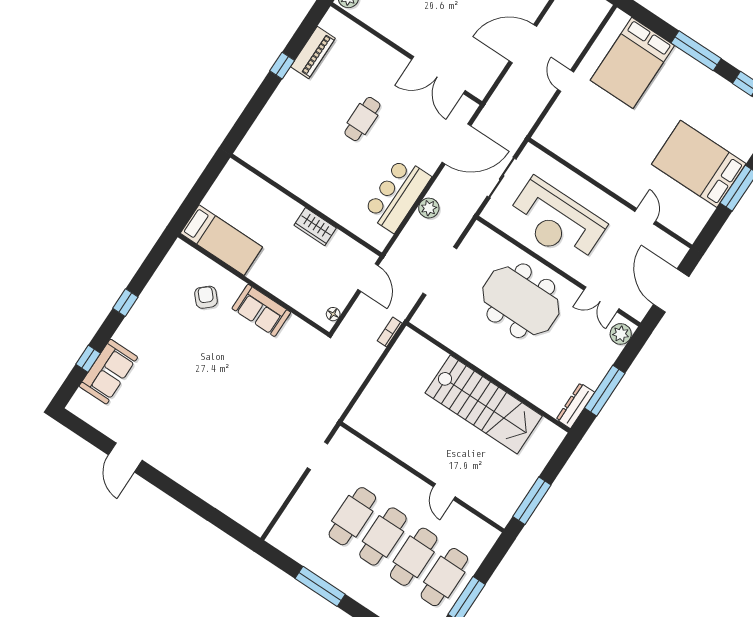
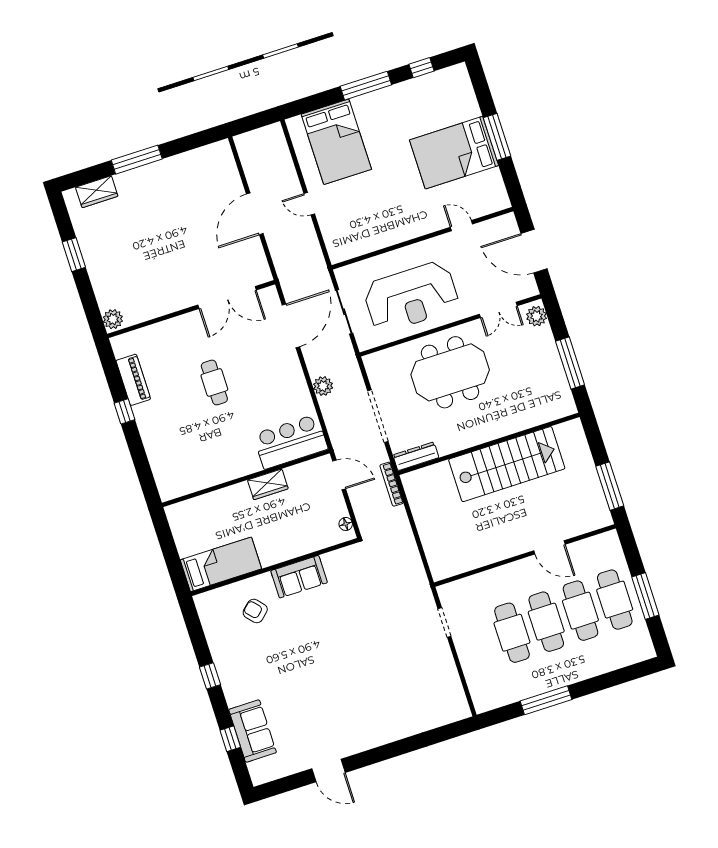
bar counter: (397, 195) -> (291, 442), moved, turned 90
bookcase: (390, 332) -> (392, 484), width x1.56
dresser: (575, 406) -> (416, 456), moved, turned 90
door: (444, 492) -> (549, 547), width x1.38

